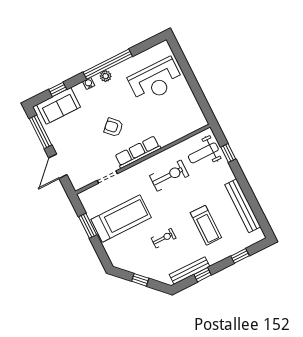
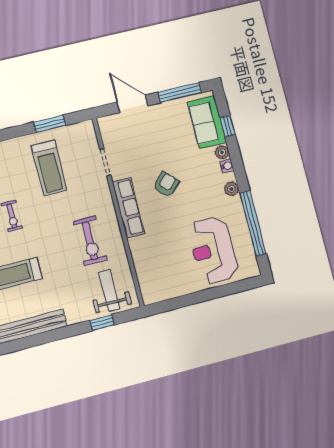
window: (108, 64) -> (253, 223), moved
plant: (79, 89) -> (222, 152), added
treadmill: (121, 219) -> (49, 168), width x0.73, depth x0.73

